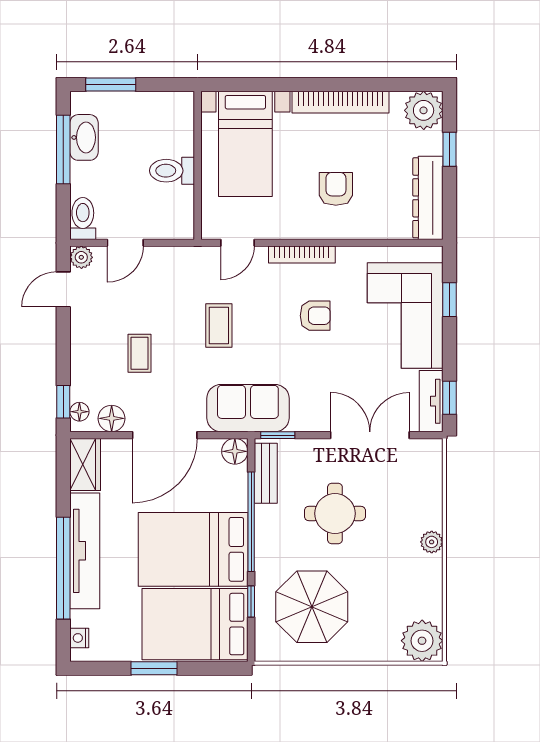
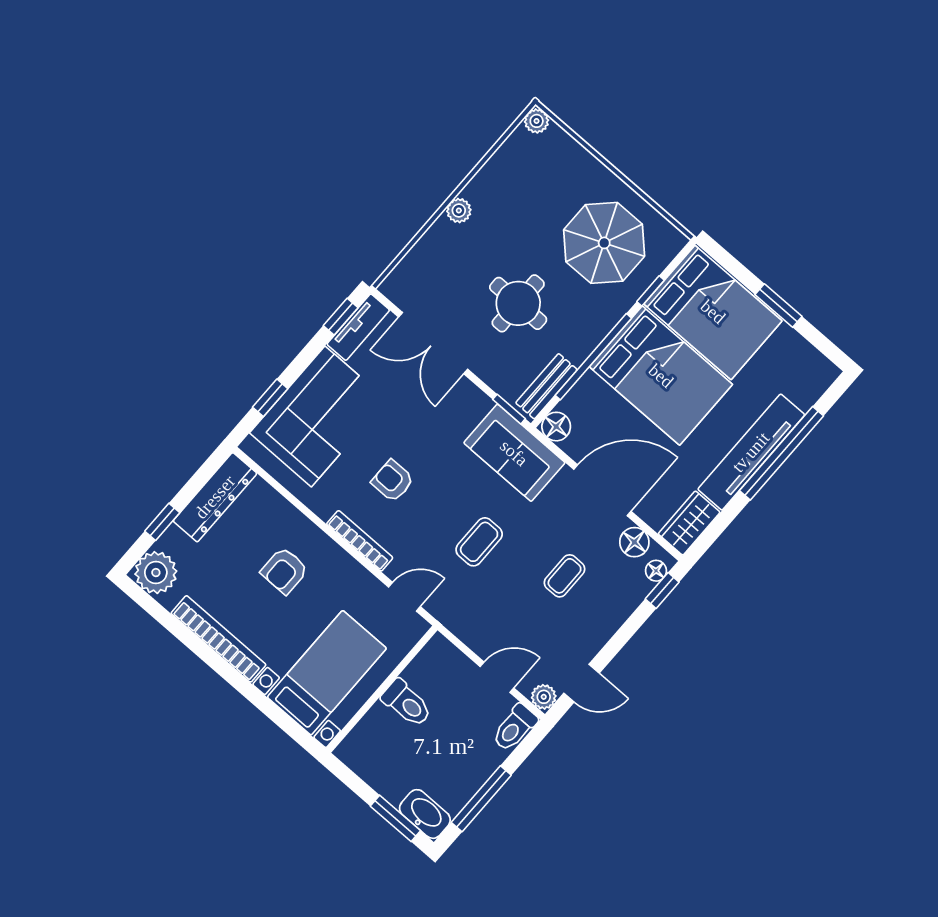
washbasin: (84, 137) -> (425, 814), moved, turned 90
nightstand: (79, 638) -> (818, 384), removed
plant: (422, 641) -> (537, 121), width x0.53, depth x0.53

